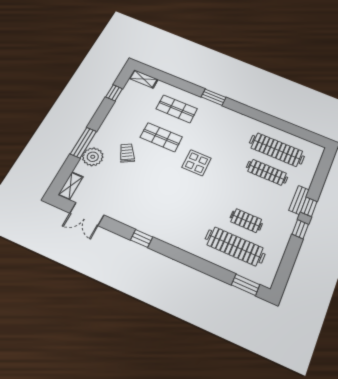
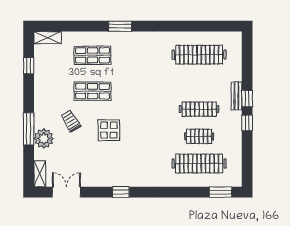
display table: (196, 163) -> (109, 130), moved
clothes rail: (267, 172) -> (199, 109), moved
double door: (87, 214) -> (66, 192), swing flipped

